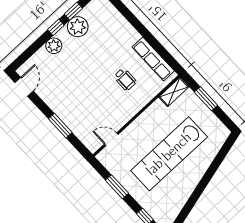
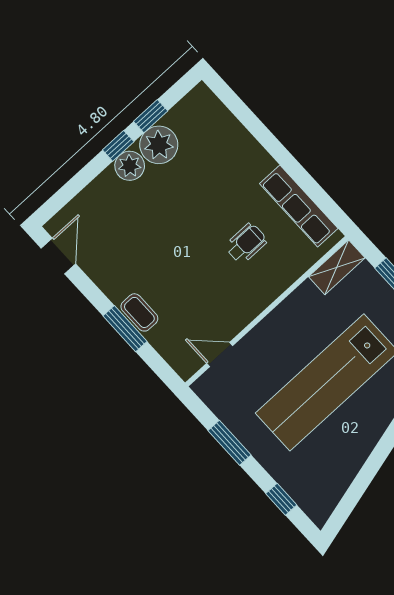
plant: (54, 46) -> (130, 166), moved
wheelchair: (125, 79) -> (246, 243), turned -90
coffee table: (68, 117) -> (139, 312), added

